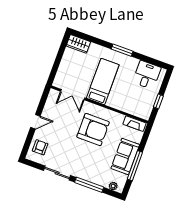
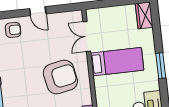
armchair: (93, 130) -> (60, 77), turned -101

